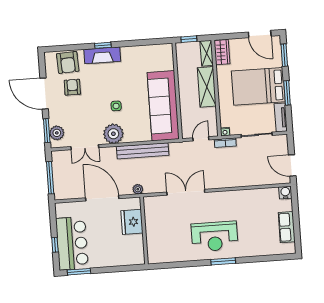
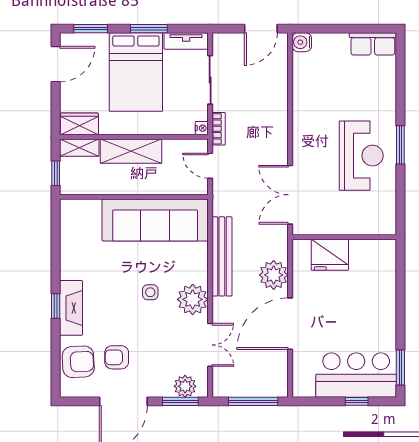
plant: (138, 189) -> (274, 275), width x1.87, depth x1.87
fridge: (132, 222) -> (330, 255), moved
row of seats: (287, 227) -> (373, 44), moved
wall: (144, 230) -> (344, 237), moved

